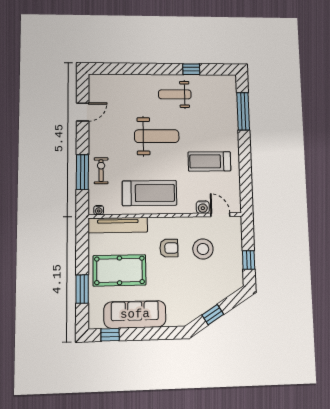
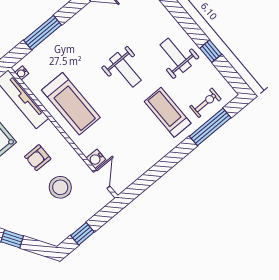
weight bench: (157, 136) -> (125, 70), width x0.73, depth x0.75
treadmill: (209, 161) -> (168, 112), moved
exercise bike: (101, 171) -> (205, 103), moved
armchair: (169, 248) -> (38, 158), turned 90

